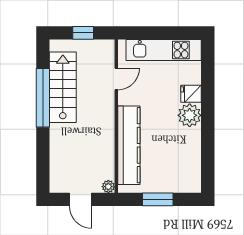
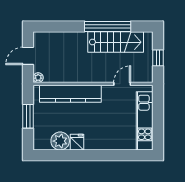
door: (116, 79) -> (122, 84), swing flipped
fridge: (191, 94) -> (77, 142), moved
plant: (190, 115) -> (60, 141), moved

